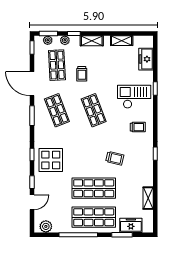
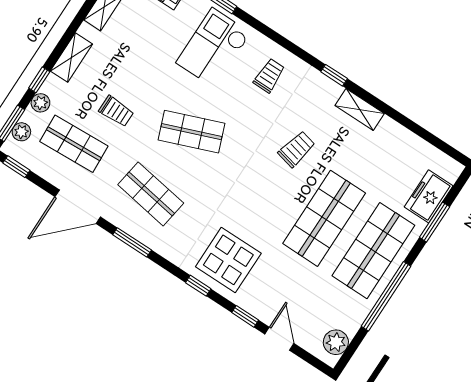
shop shelf: (57, 110) -> (151, 194), turned 30
shelving: (148, 198) -> (360, 109), moved

